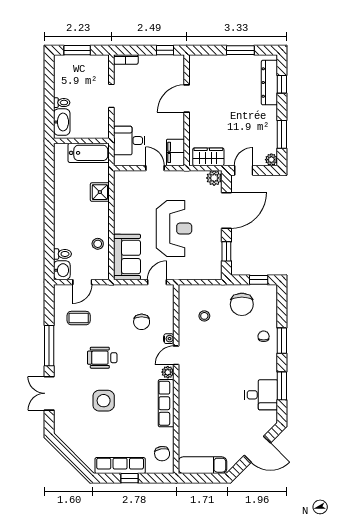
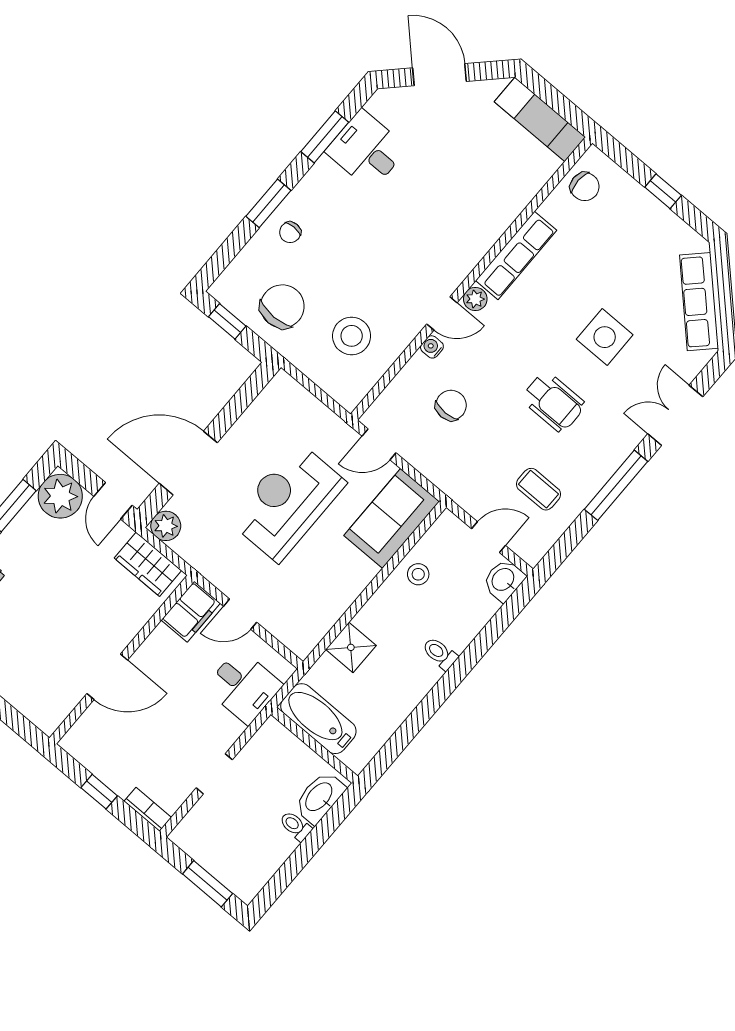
window: (165, 50) -> (99, 792), moved
plant: (271, 160) -> (60, 496), width x1.87, depth x1.87
door: (155, 168) -> (240, 614), hinge flipped
door: (244, 170) -> (113, 501), hinge flipped
window: (226, 251) -> (239, 403), removed
toilet: (62, 254) -> (440, 653), moved
stool: (204, 316) -> (352, 336), width x1.89, depth x1.89
double door: (49, 393) -> (675, 415), swing flipped
chair: (162, 454) -> (585, 187), turned 98
row of seats: (120, 466) -> (699, 302), moved, turned 45

